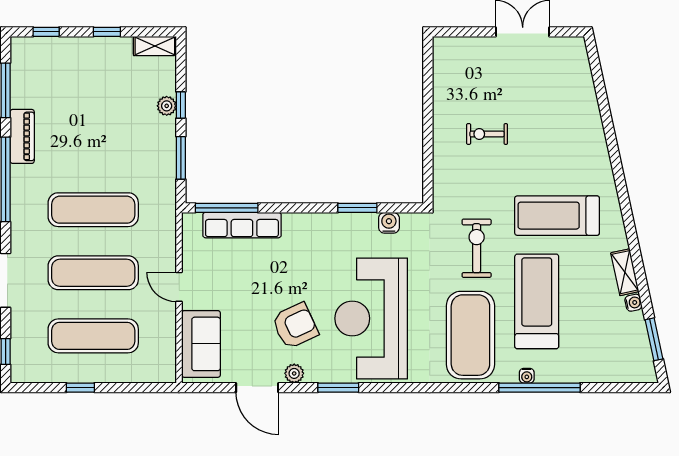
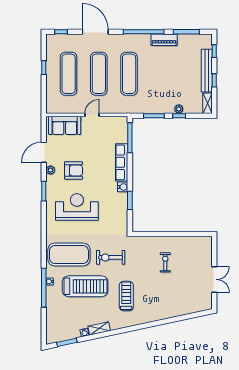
bench: (87, 48) -> (207, 71), added
treadmill: (557, 216) -> (126, 296), width x0.73, depth x0.73
water cooler: (389, 223) -> (123, 187), moved
row of seats: (242, 225) -> (122, 162), moved
exercise bike: (477, 248) -> (111, 257), turned 180
reception desk: (371, 318) -> (77, 207), width x0.74, depth x0.77
armchair: (295, 326) -> (73, 170), turned -65

